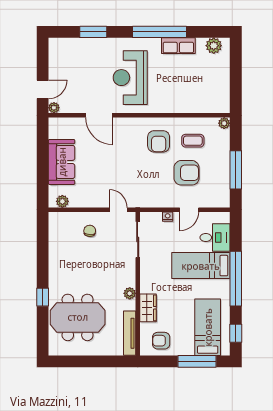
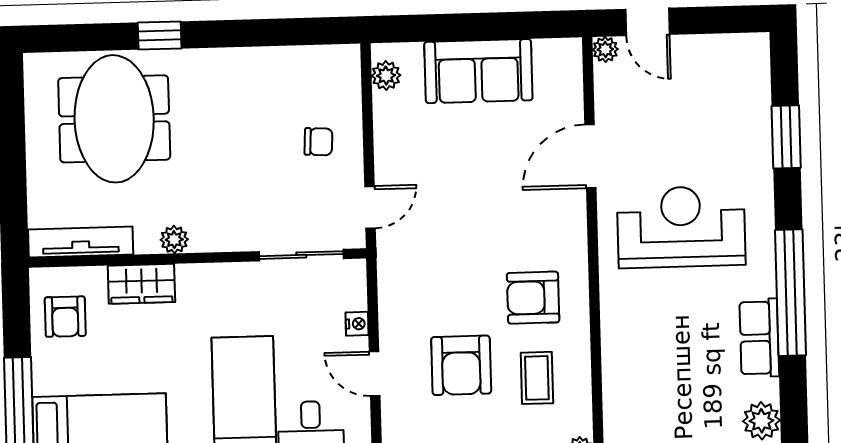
armchair: (161, 341) -> (65, 317), turned 180

